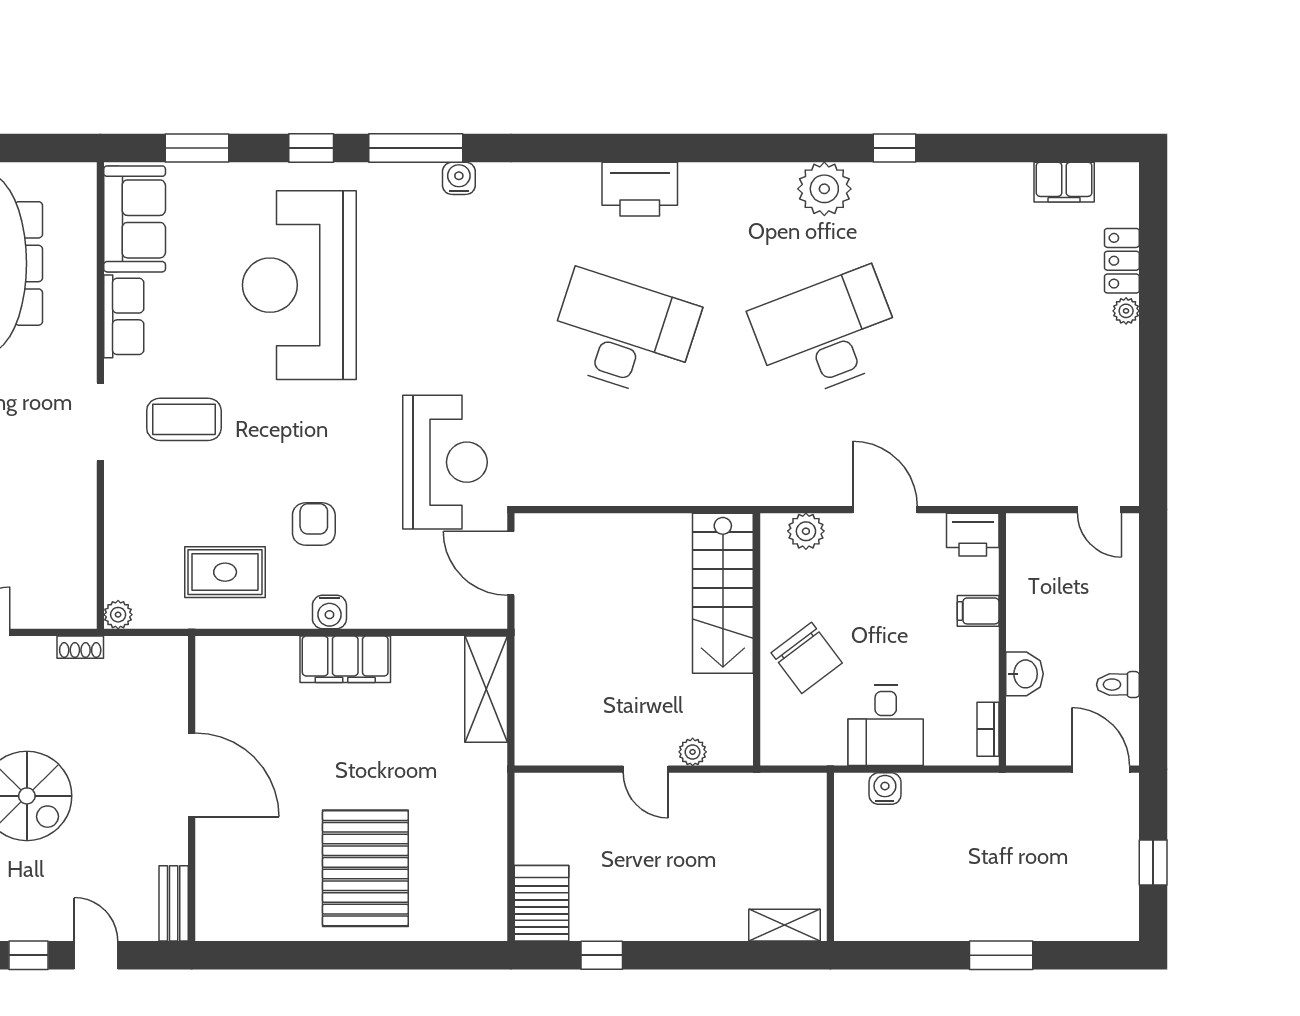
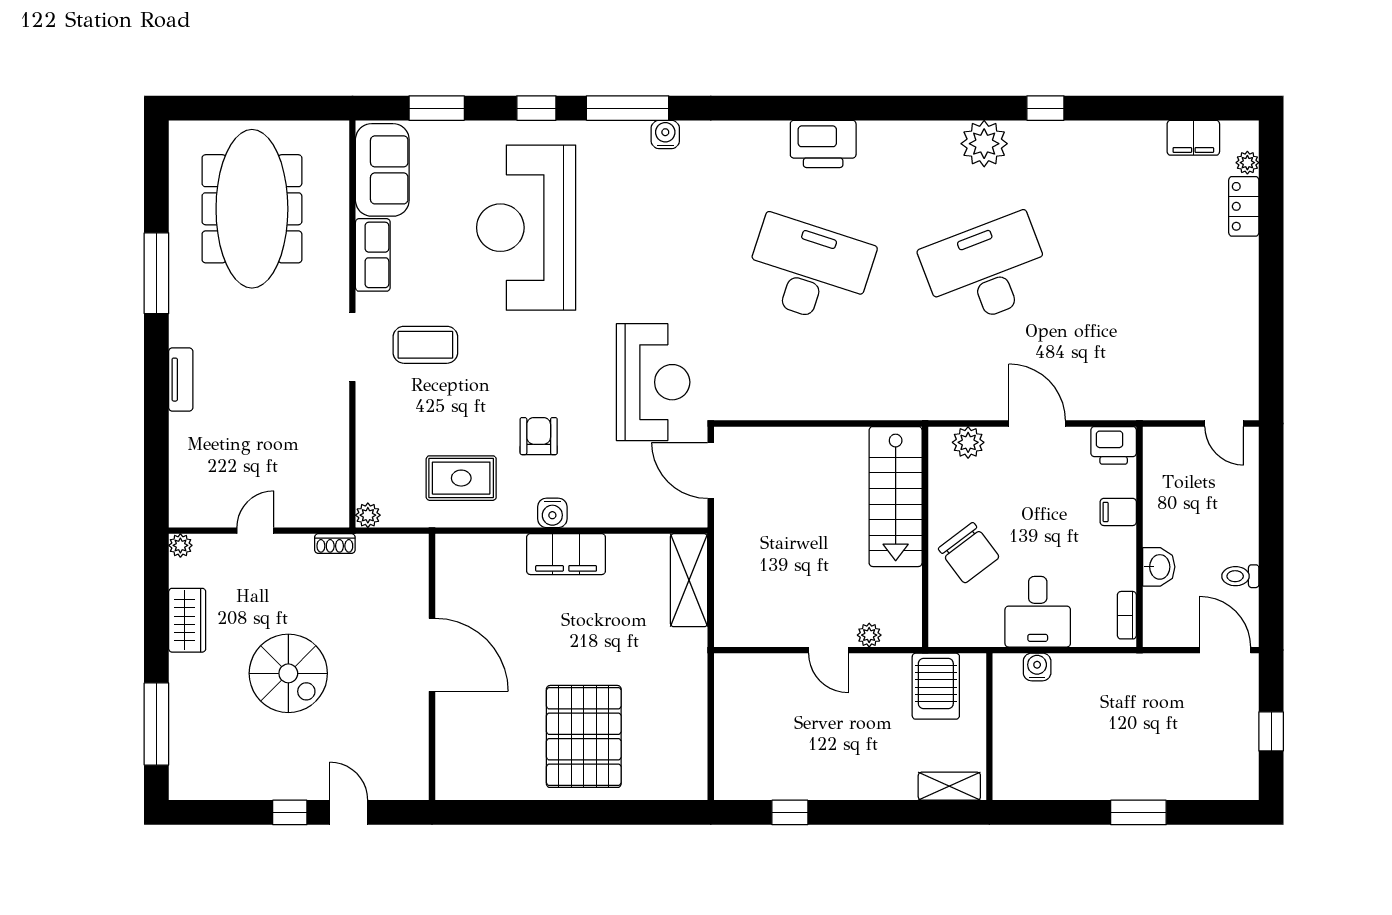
plant: (1126, 311) -> (1247, 163), moved
bench: (174, 903) -> (416, 767), removed
server rack: (542, 903) -> (936, 686), moved, turned 180

